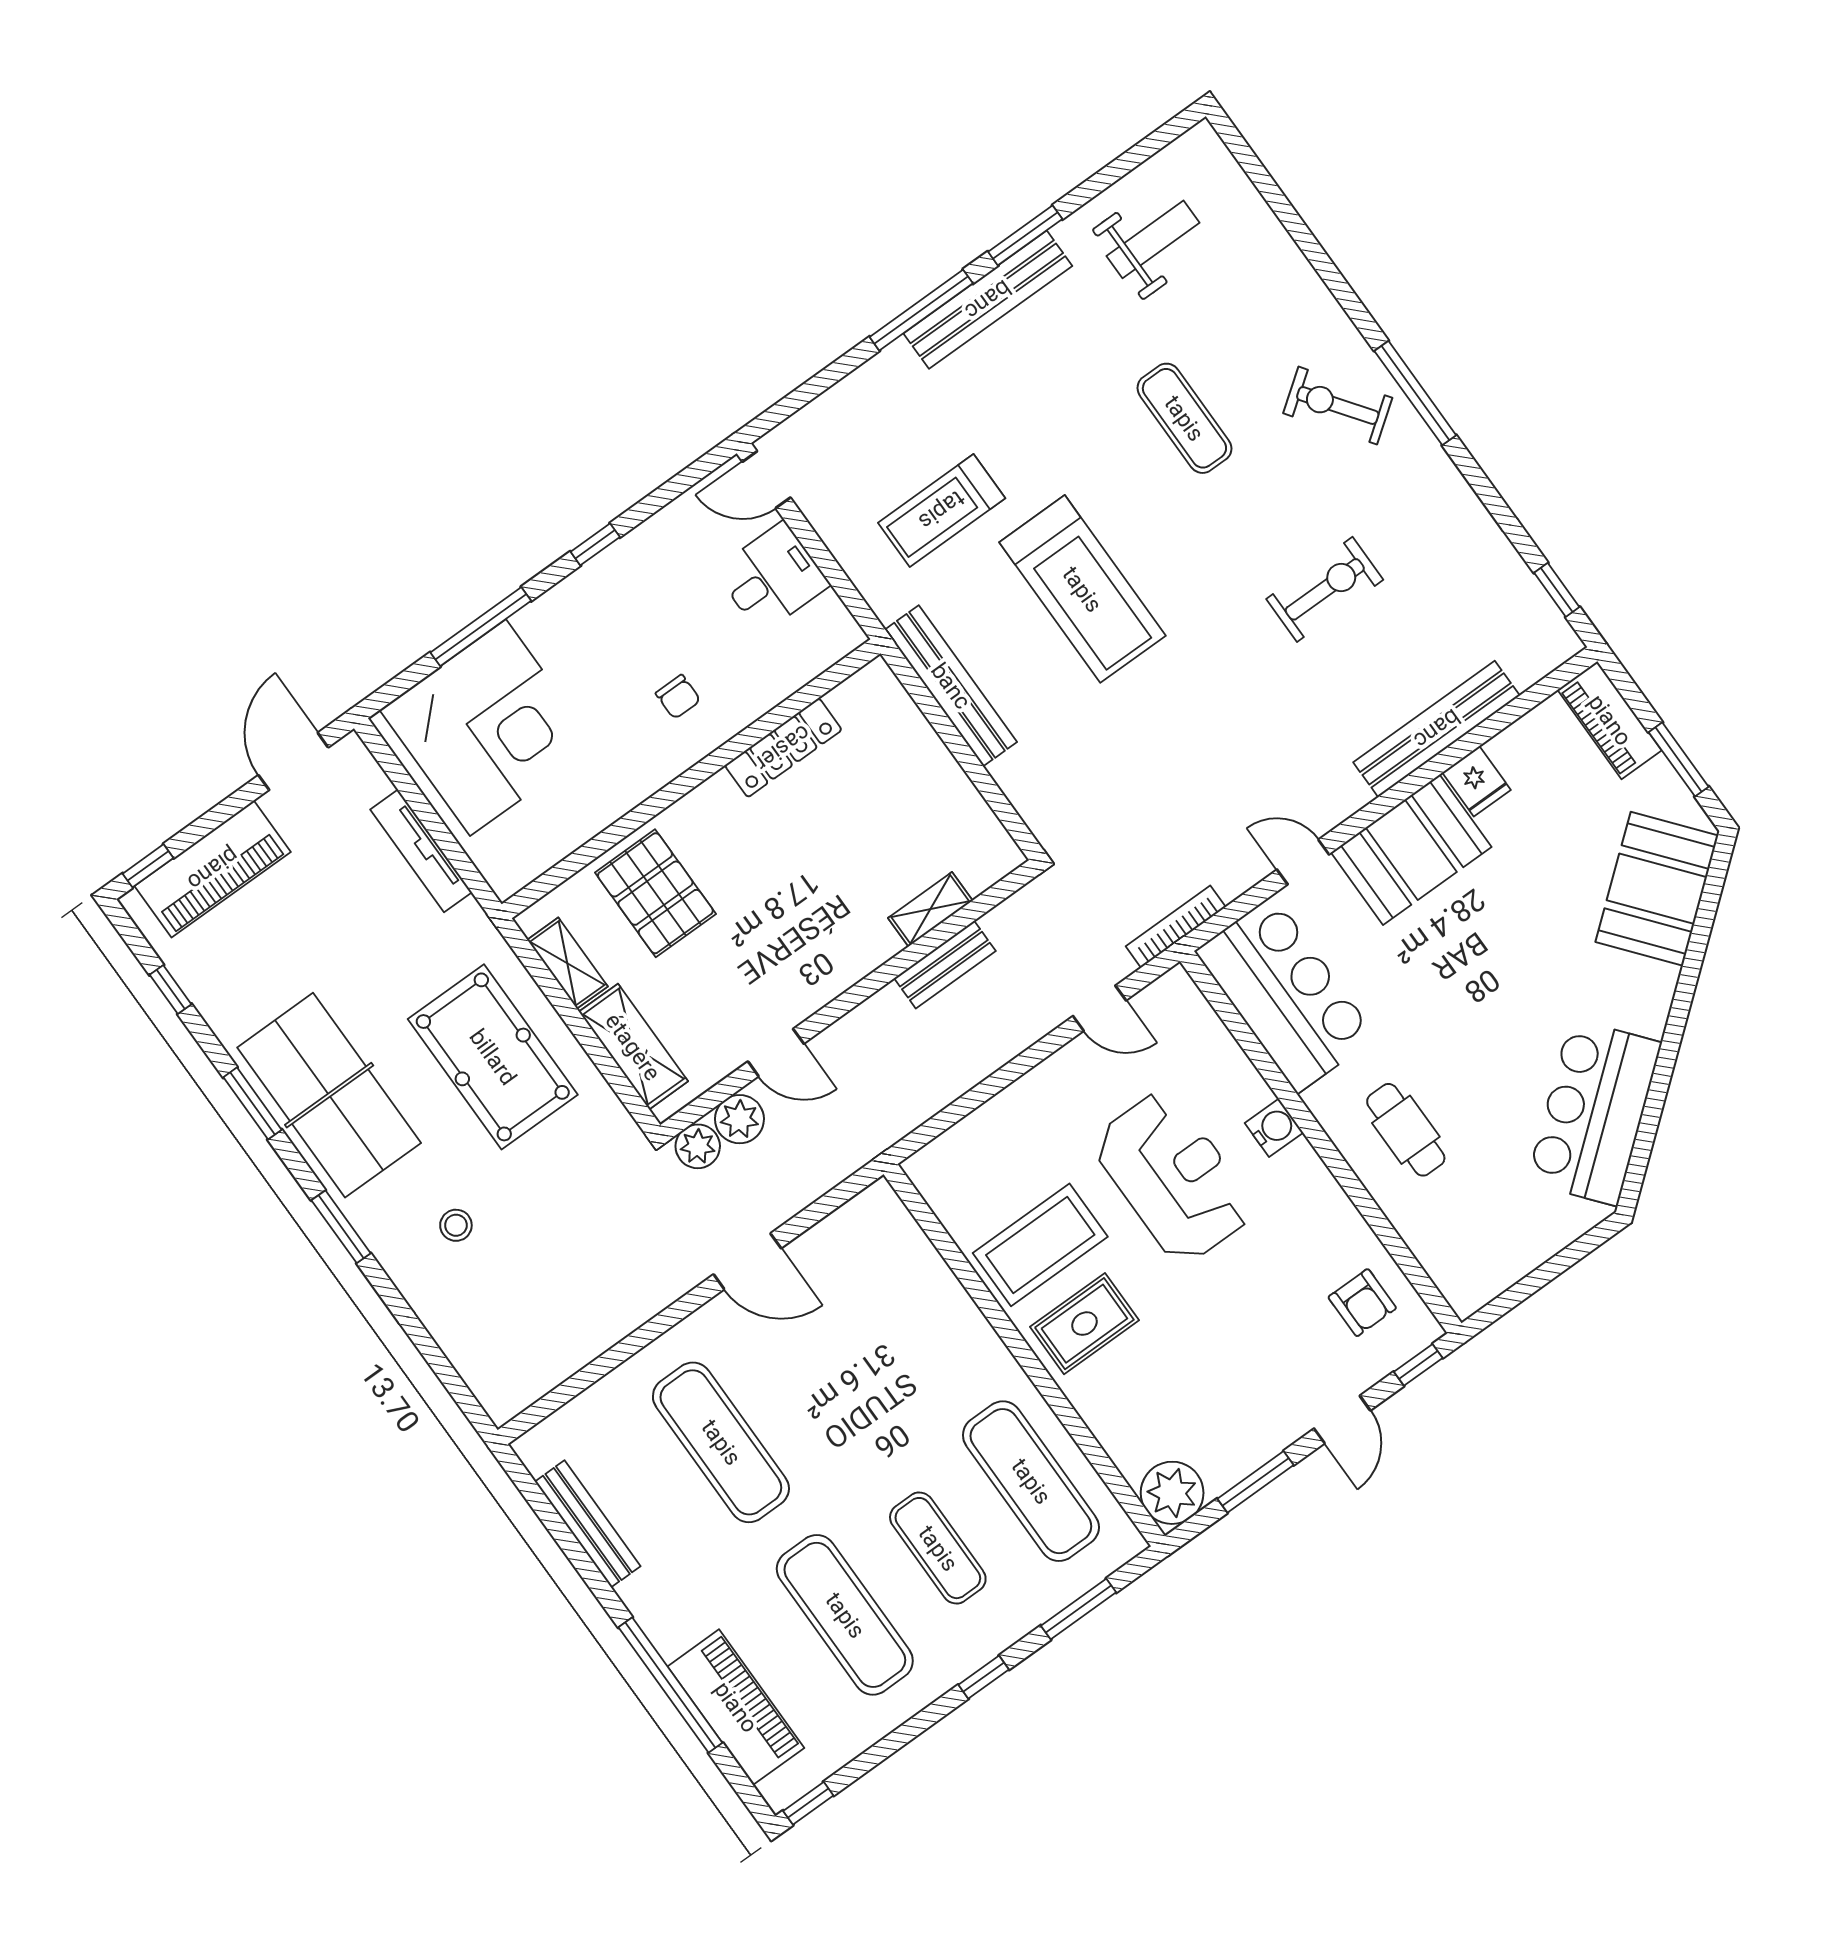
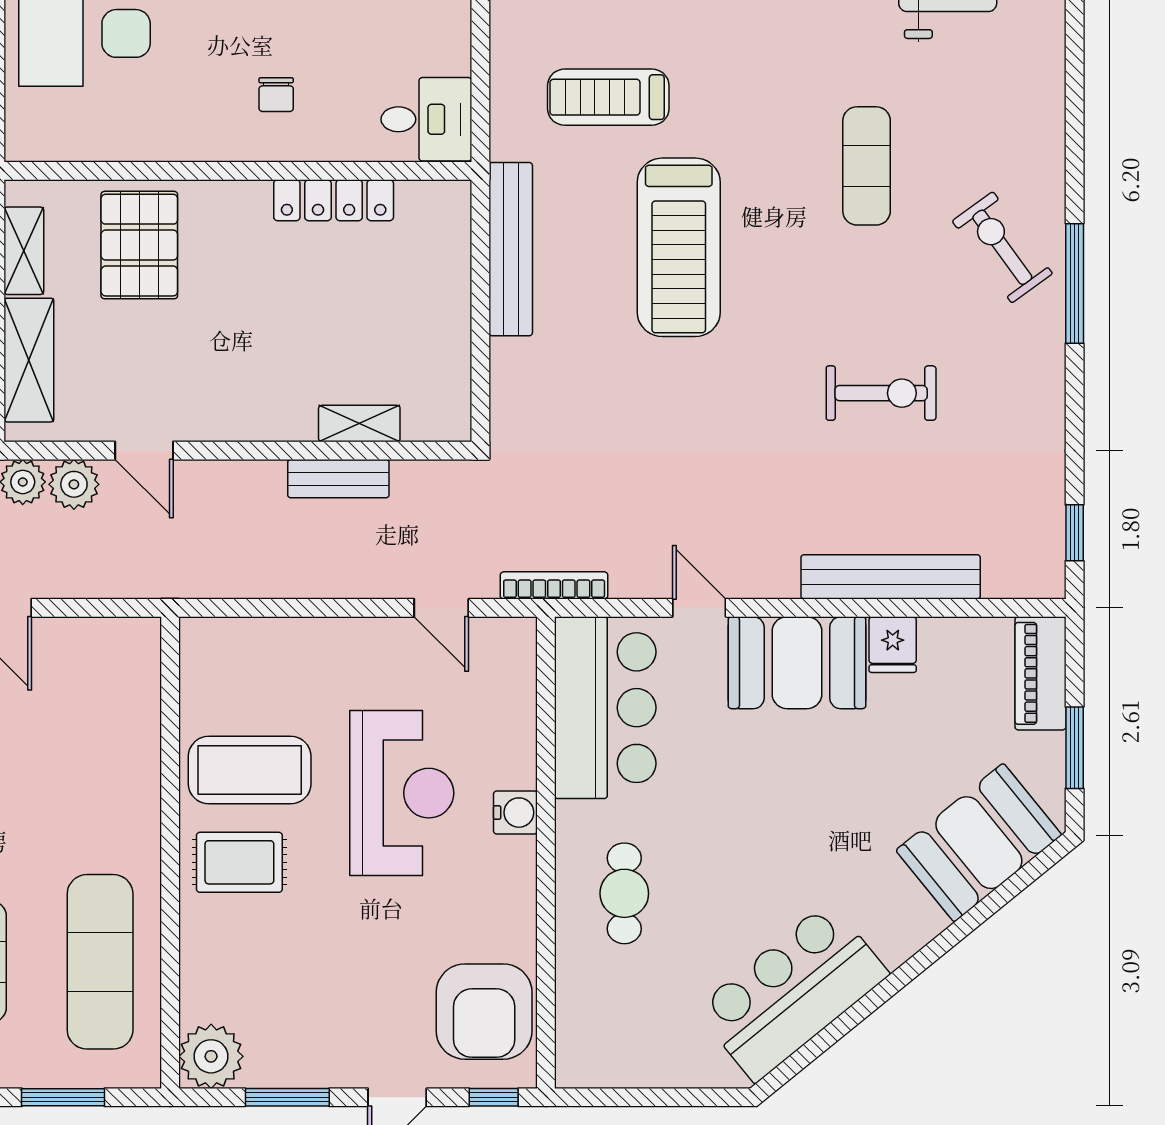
desk: (772, 578) -> (426, 119), moved
armchair: (1362, 1303) -> (484, 1012), width x1.88, depth x1.88

